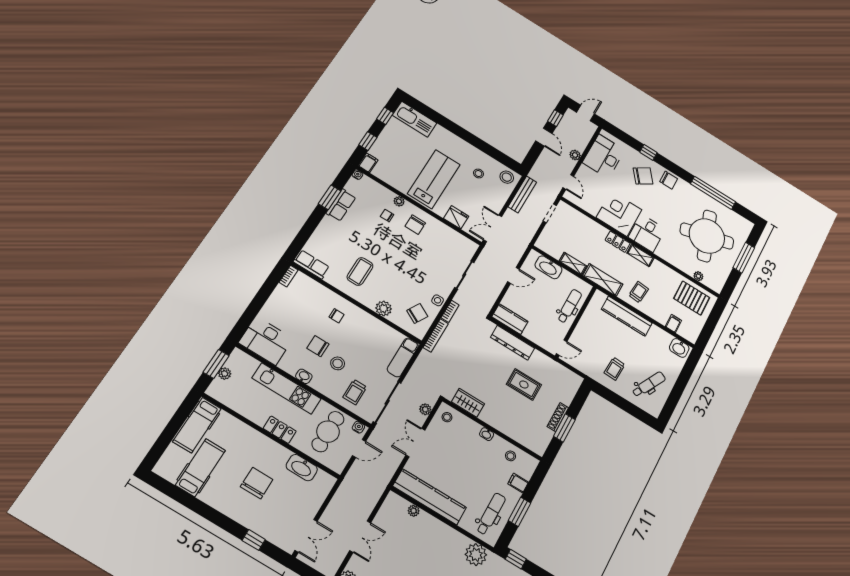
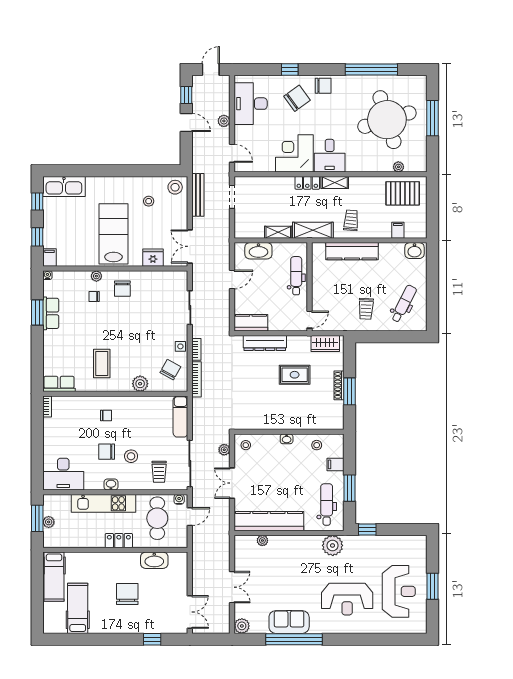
wardrobe: (468, 403) -> (325, 344), moved, turned 180

